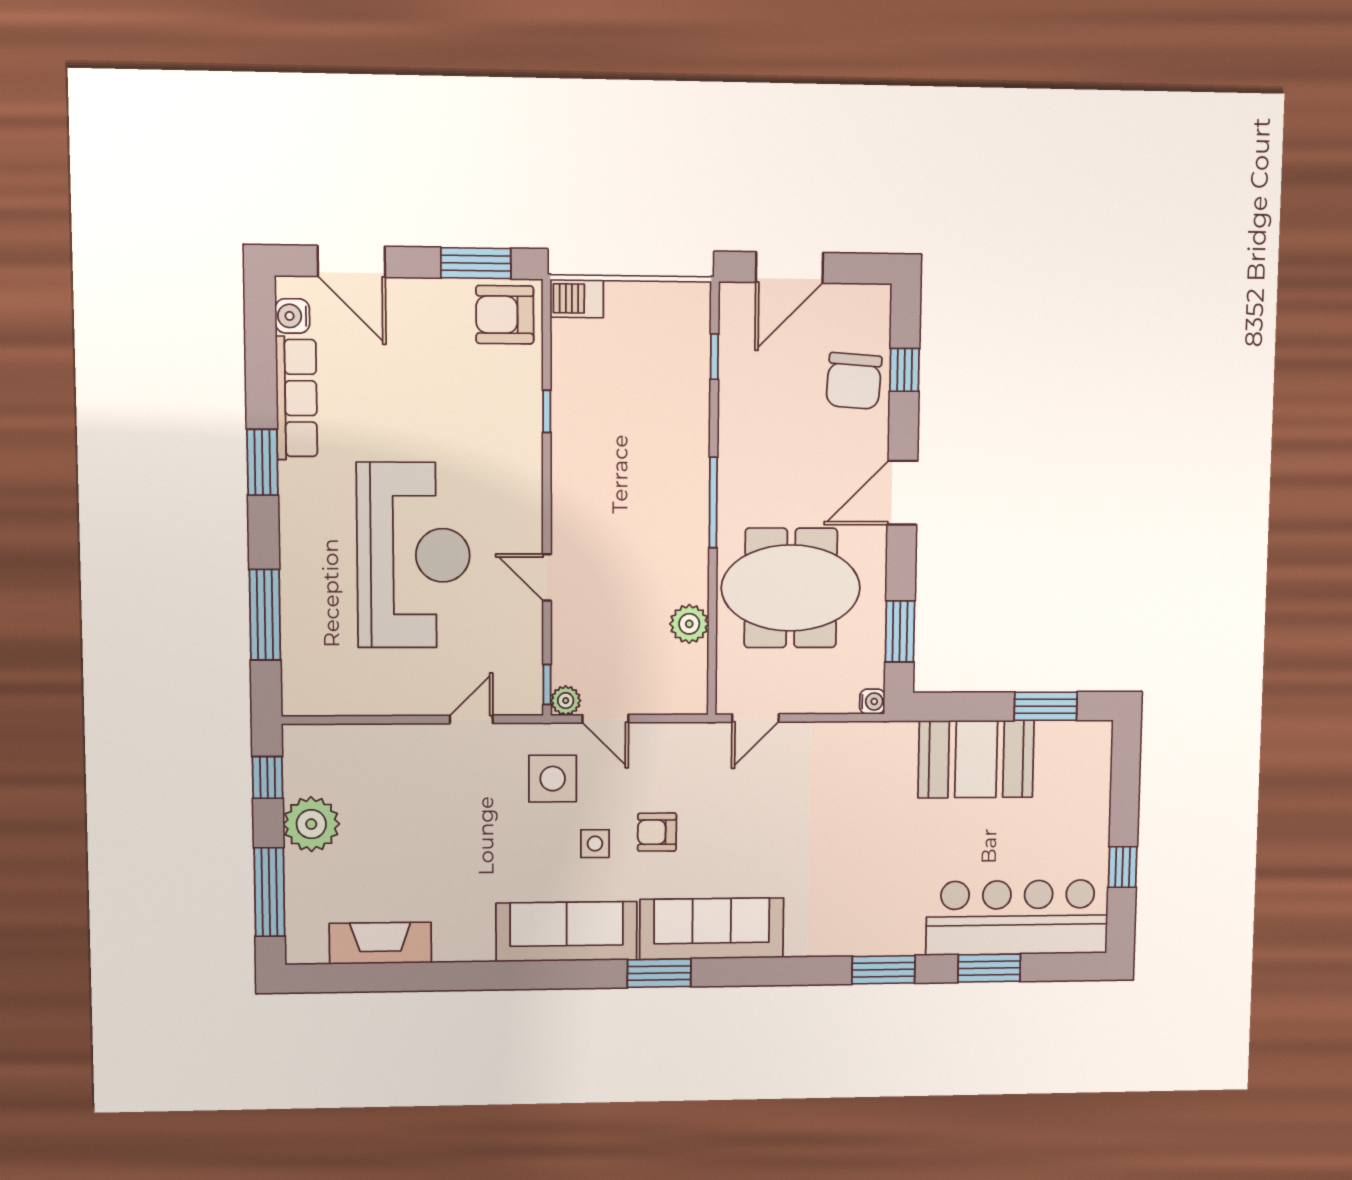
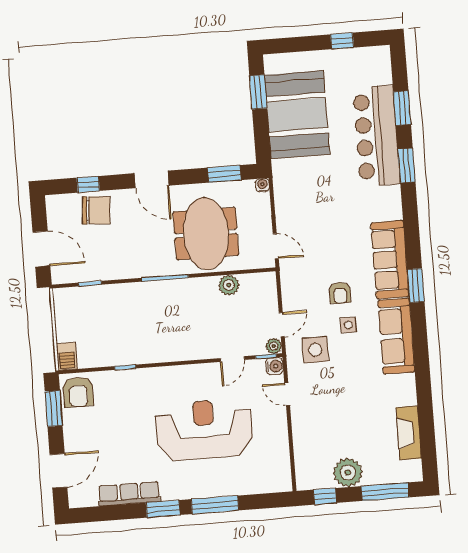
water cooler: (292, 316) -> (274, 366), moved, turned -90
door: (547, 577) -> (232, 359), moved
window: (265, 615) -> (215, 505), moved
booth: (976, 759) -> (297, 115), width x1.36, depth x1.42
bar counter: (1017, 917) -> (377, 136), moved

